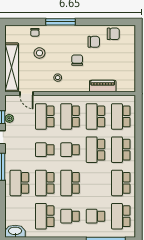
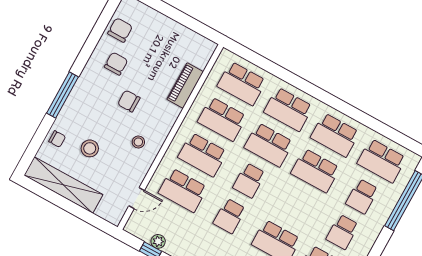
shelving: (12, 67) -> (64, 185), moved
school desk: (70, 183) -> (315, 171), moved

